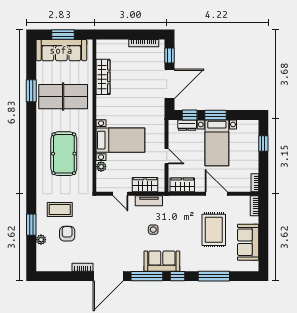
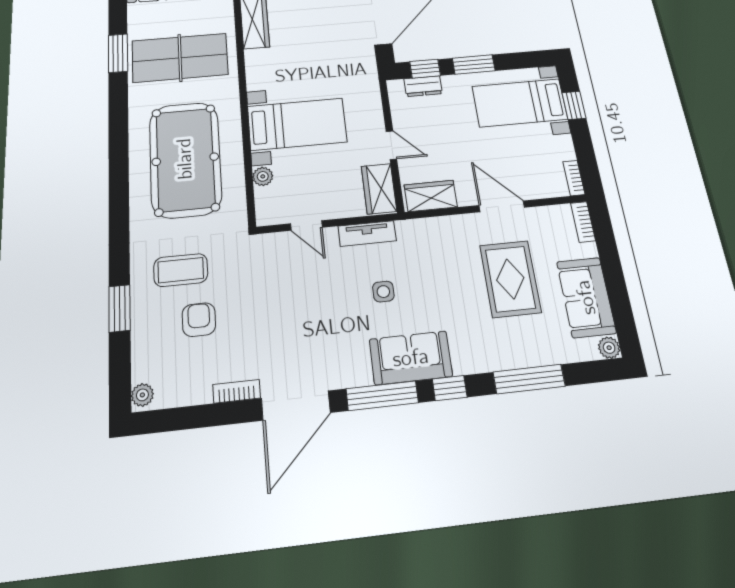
bed with nightstands: (217, 143) -> (520, 103), moved, turned 90
pool table: (64, 154) -> (185, 159), width x1.36, depth x1.32
wardrobe: (145, 185) -> (379, 189), moved, turned -90
plant: (41, 240) -> (142, 395), moved
plant: (254, 266) -> (609, 348), added

